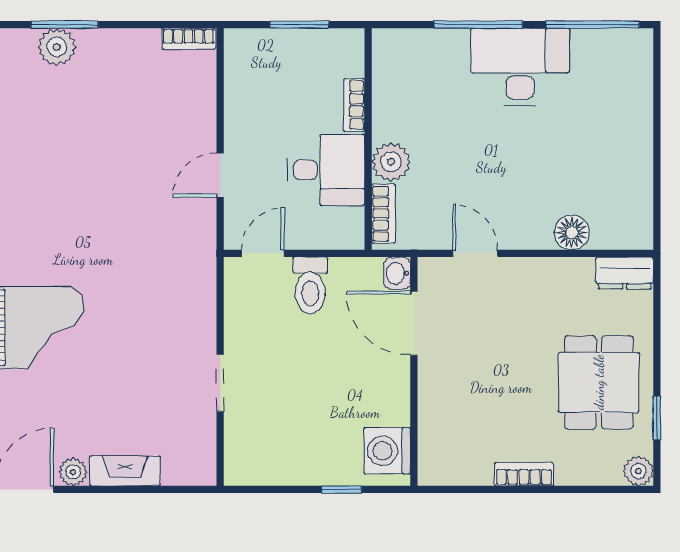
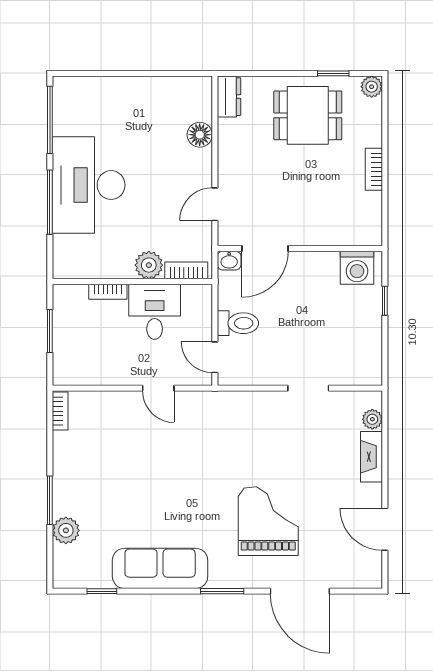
plant: (57, 47) -> (66, 530), moved
desk: (520, 67) -> (89, 185), width x1.36, depth x1.30
plant: (73, 472) -> (372, 419), moved

